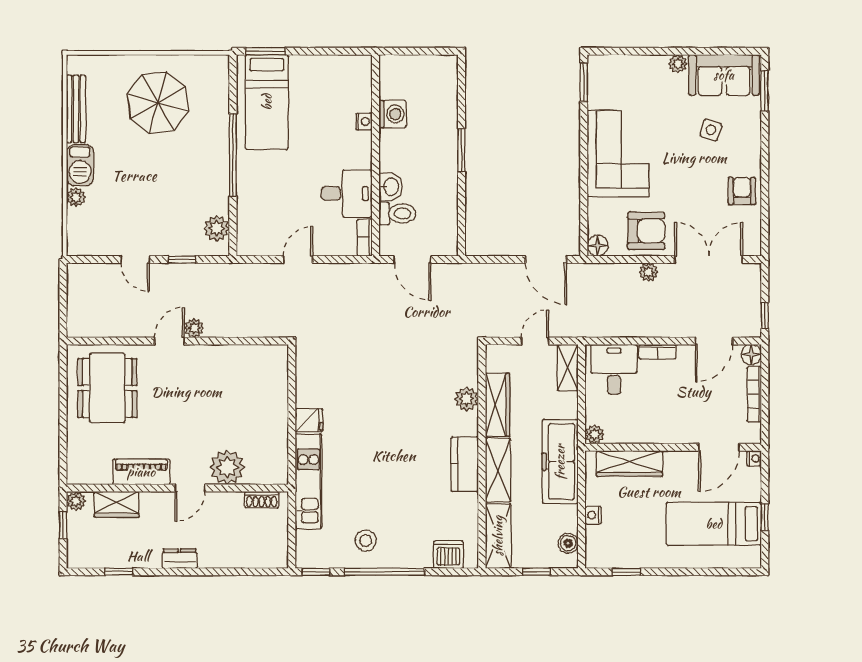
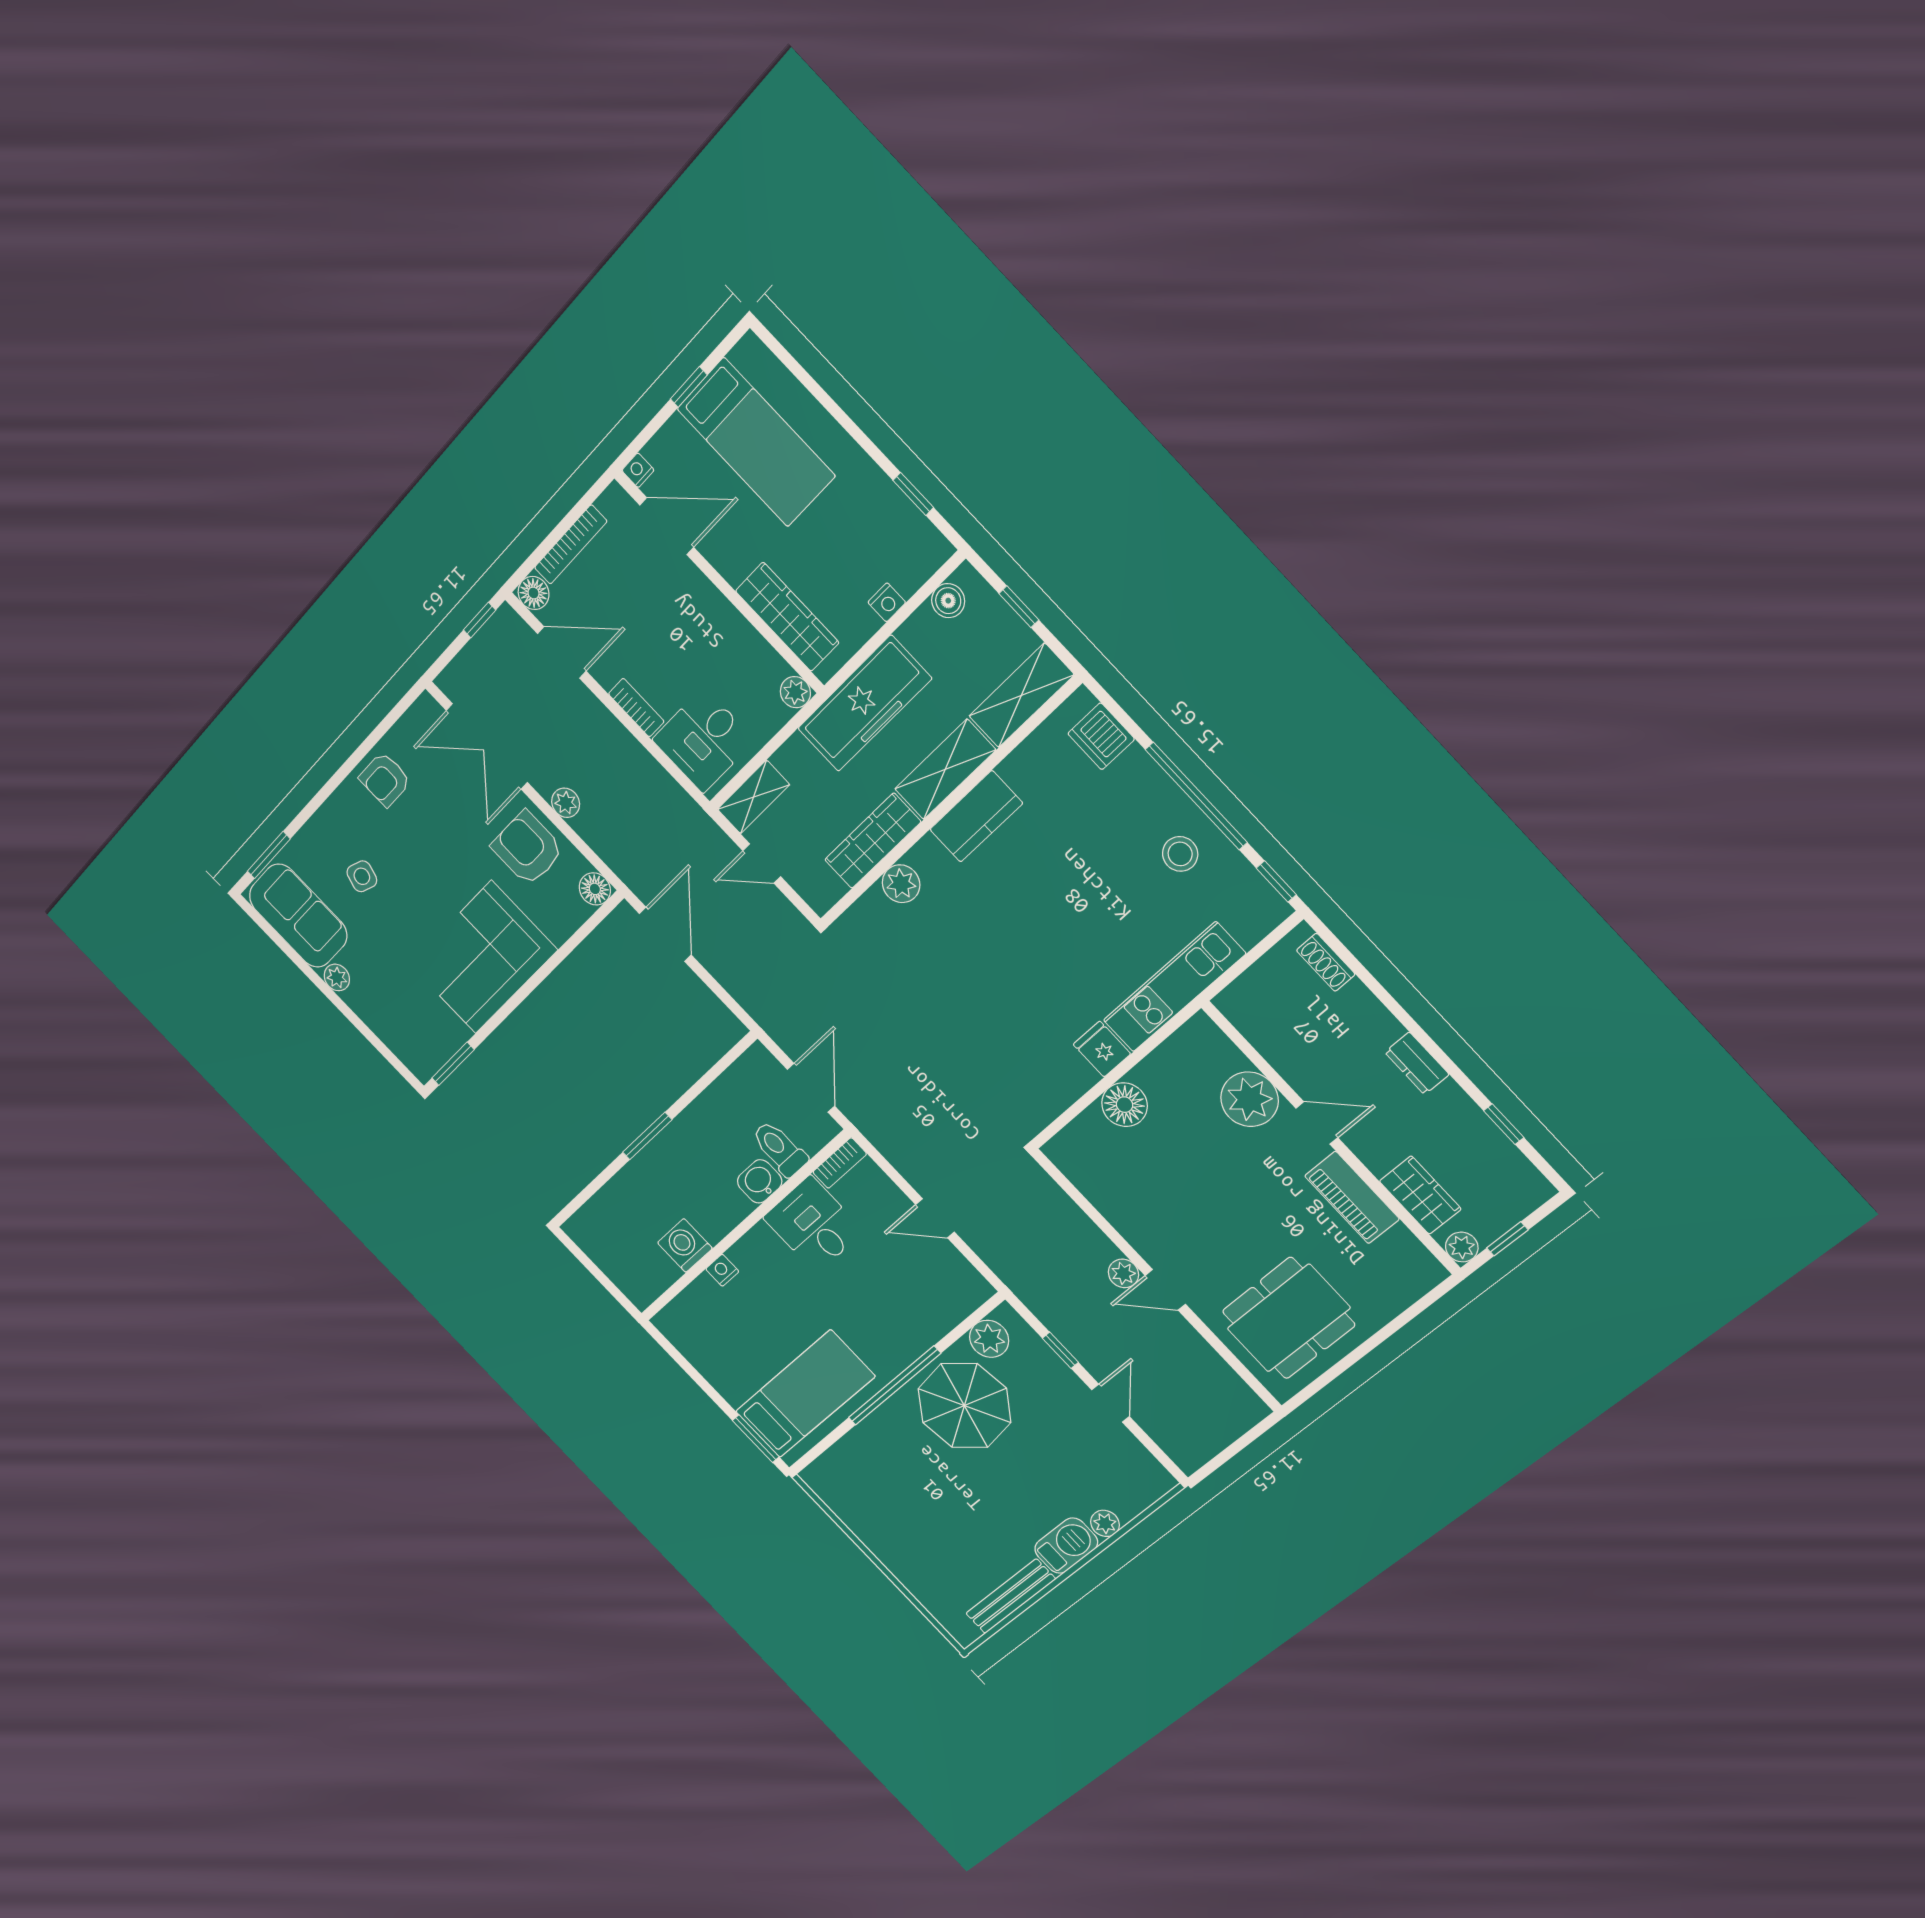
parasol: (158, 103) -> (964, 1406), moved
floor lamp: (274, 406) -> (1125, 1105), added
shoe rack: (262, 500) -> (1326, 962), moved, turned 180

